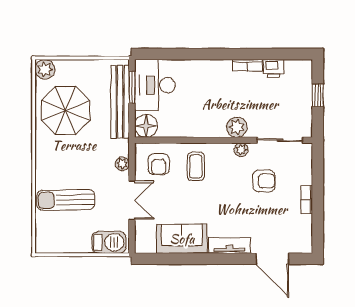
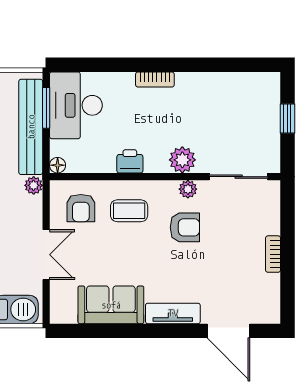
bookcase: (247, 65) -> (155, 80), moved
printer: (274, 68) -> (130, 161), moved, turned 180
floor lamp: (146, 126) -> (58, 165), width x0.53, depth x0.53
plant: (122, 164) -> (34, 185), moved
coffee table: (196, 166) -> (129, 211), turned 90
armchair: (264, 181) -> (185, 227), moved

